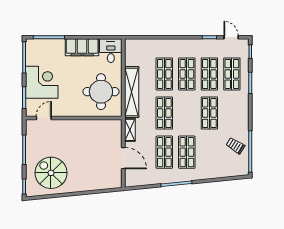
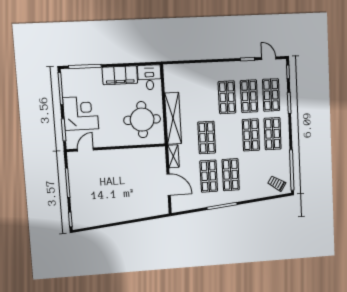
shop shelf: (164, 74) -> (273, 134), moved
trolley: (235, 146) -> (277, 183), moved
spiral stairs: (51, 173) -> (97, 204), removed

